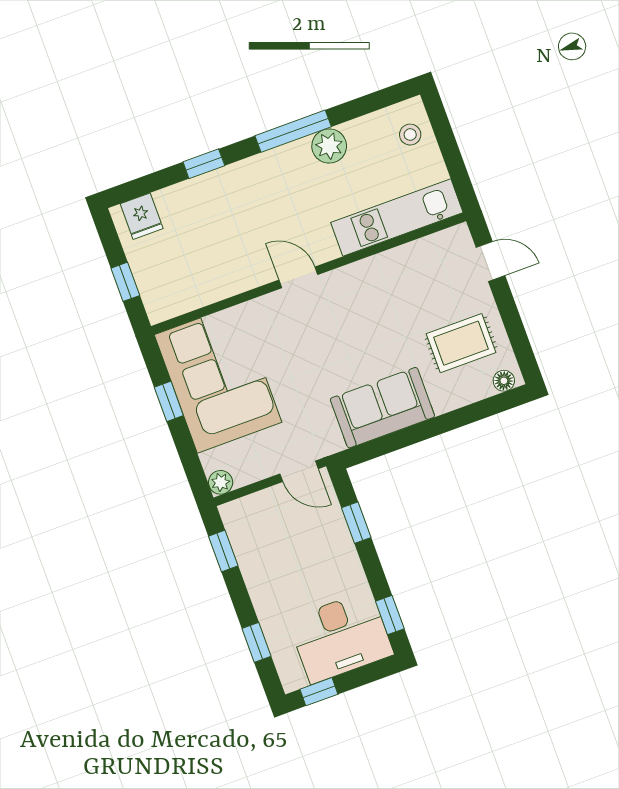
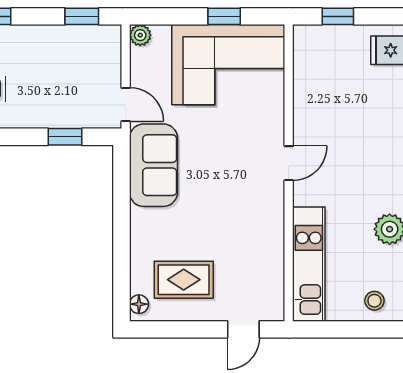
rug: (461, 343) -> (184, 280), turned 90
sofa: (382, 408) -> (153, 165), moved
door: (299, 471) -> (126, 104), swing flipped

